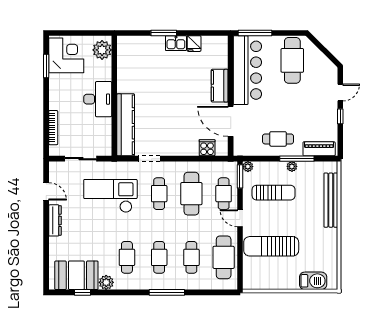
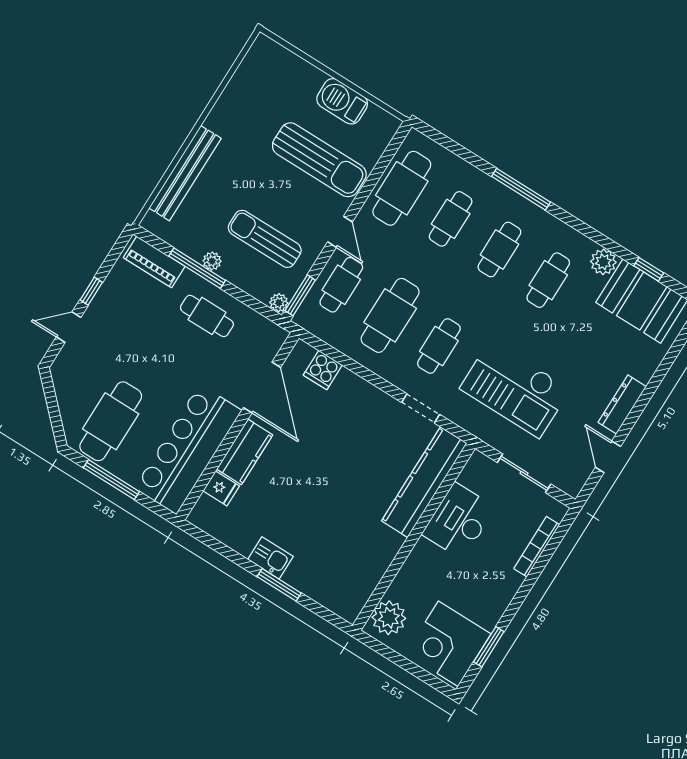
window: (255, 33) -> (111, 480), moved
fridge: (194, 44) -> (221, 488), moved, turned 90
desk: (98, 99) -> (459, 521), moved
barbecue: (313, 281) -> (342, 101), moved

